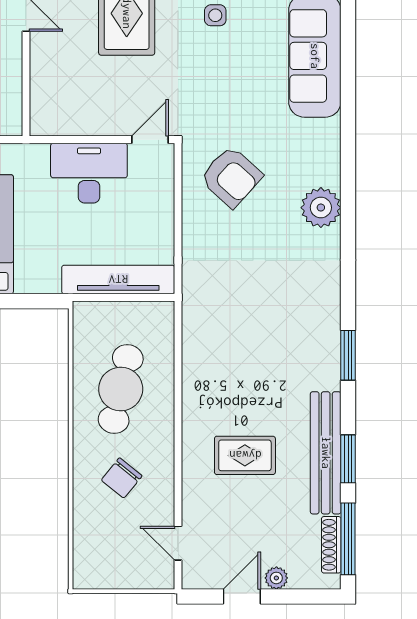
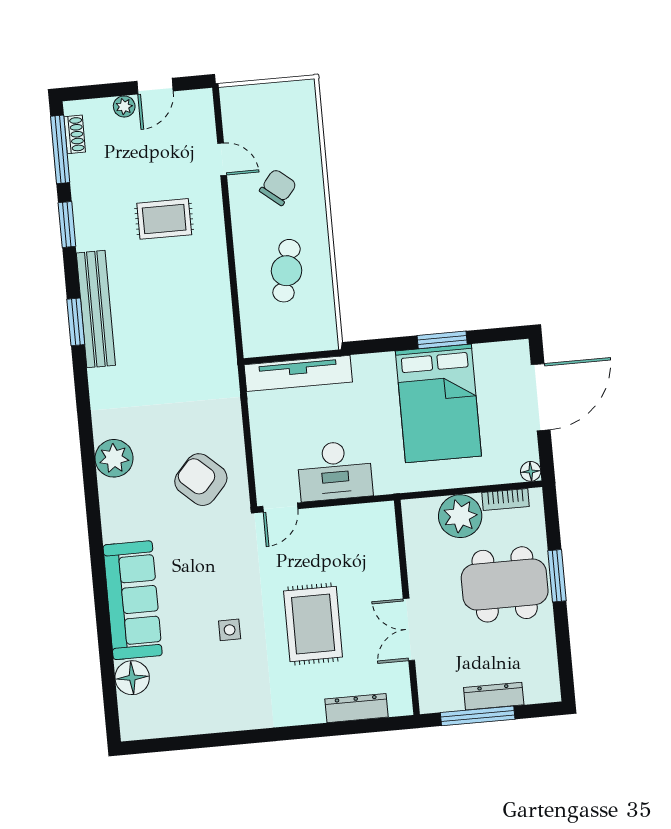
cafe table: (121, 389) -> (287, 271), width x0.73, depth x0.74
bench: (326, 453) -> (96, 309), moved
door: (178, 543) -> (222, 159), moved
shoe rack: (331, 545) -> (75, 134), width x0.70

